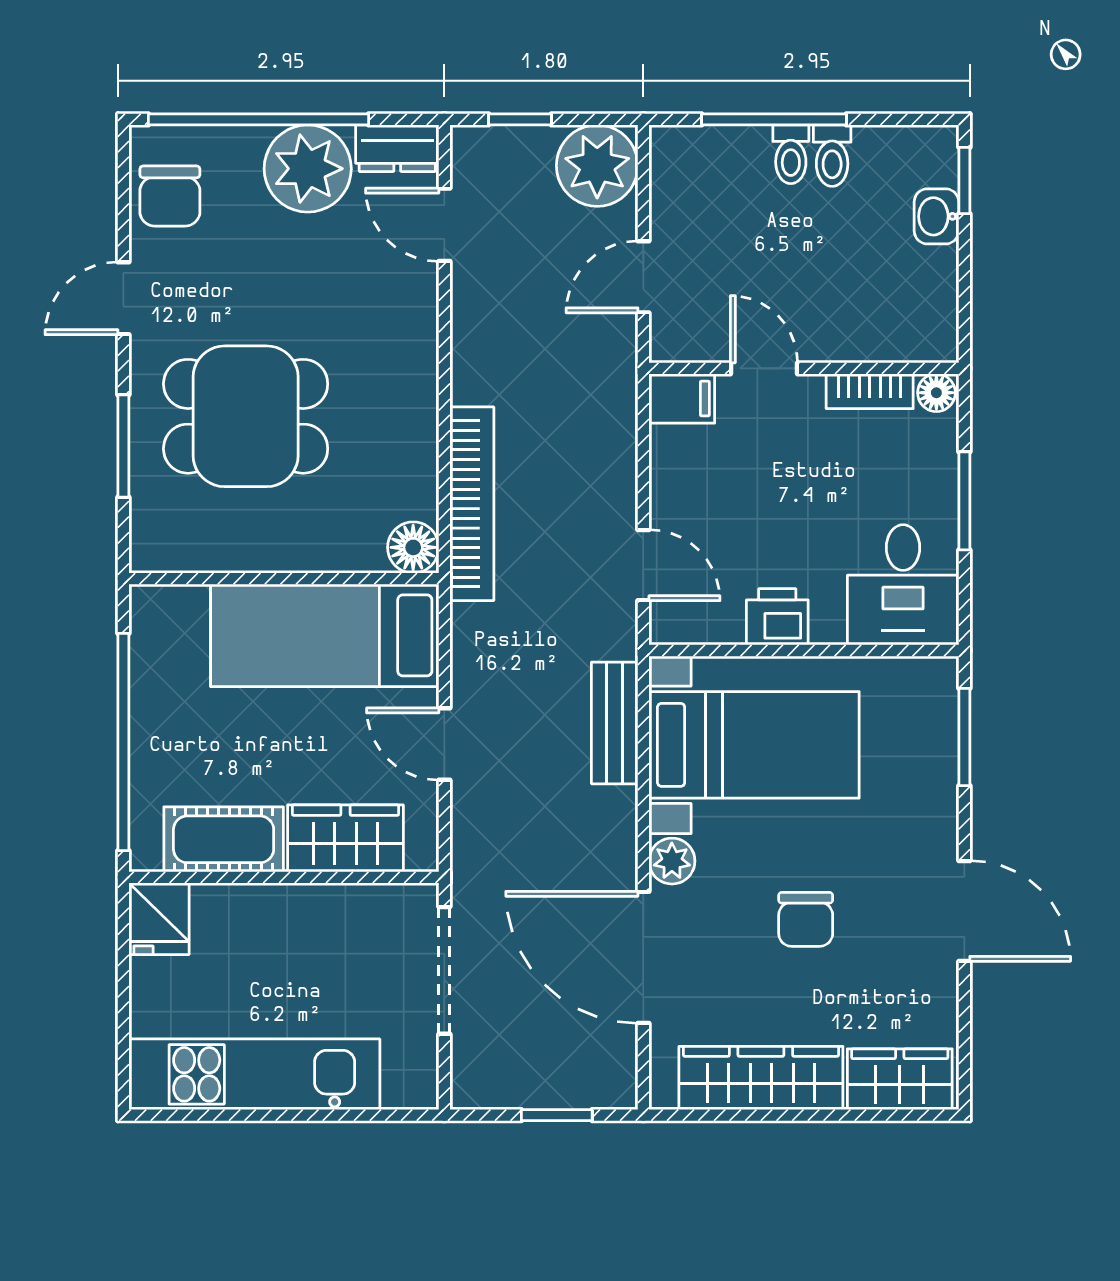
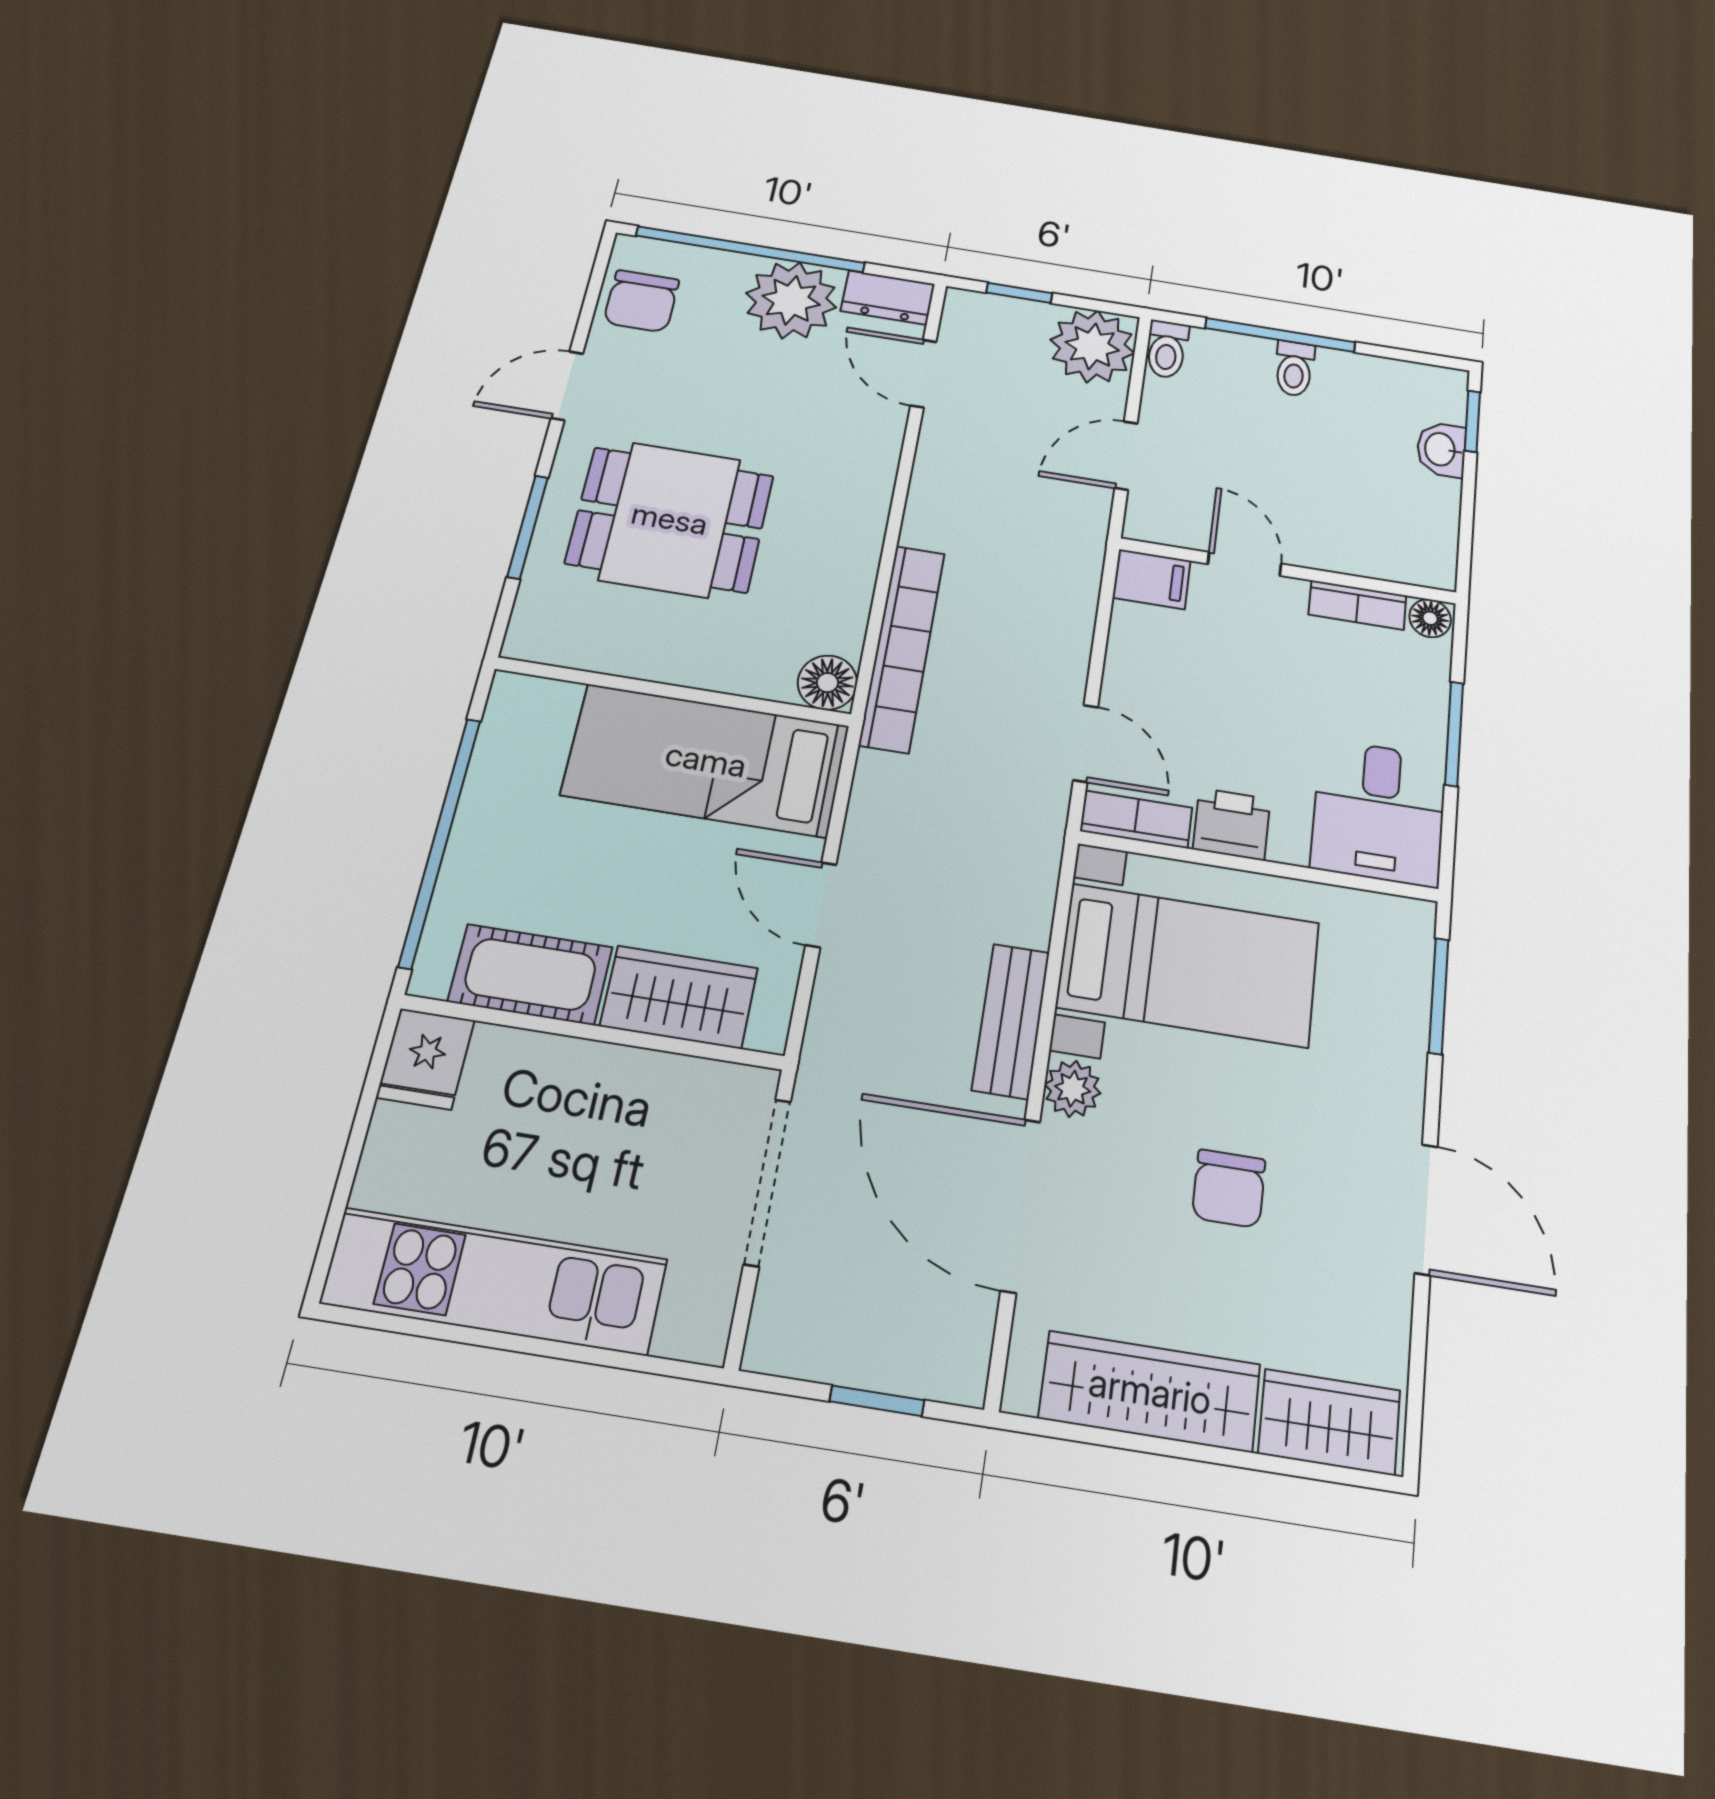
toilet: (832, 156) -> (1167, 349), moved
bookcase: (695, 626) -> (1136, 819), added
bench: (615, 723) -> (1011, 1021), moved

